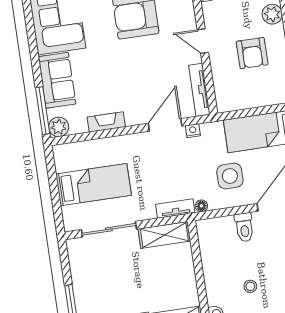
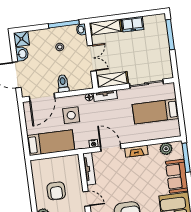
armchair: (252, 53) -> (56, 191), turned 180
fireplace: (106, 122) -> (136, 151), moved
door: (165, 125) -> (111, 148), swing flipped
plant: (59, 127) -> (166, 149), moved
double door: (198, 269) -> (92, 58), added

